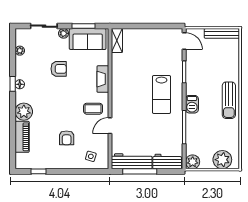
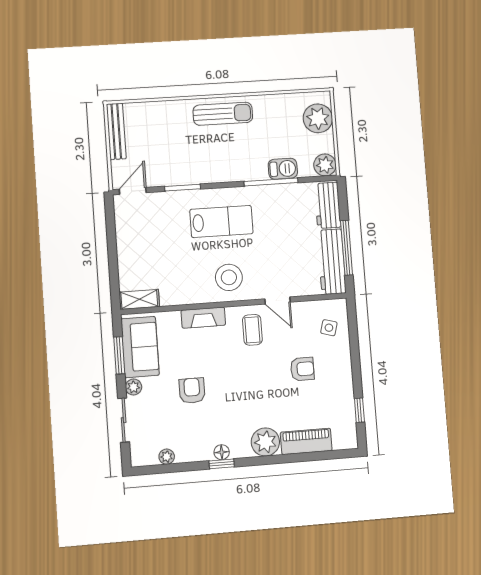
stool: (126, 97) -> (229, 277), added
barbecue: (192, 104) -> (283, 169), moved

